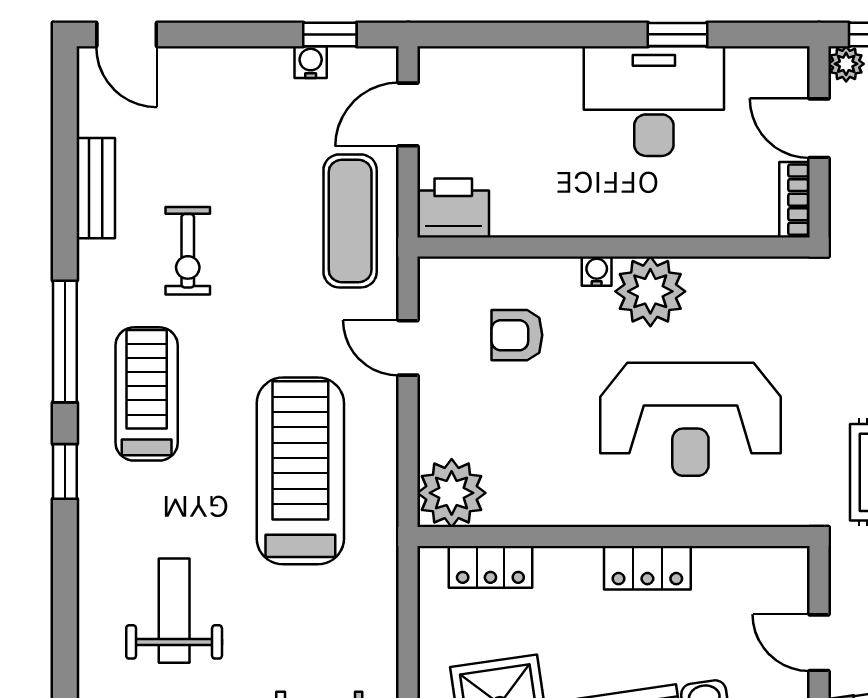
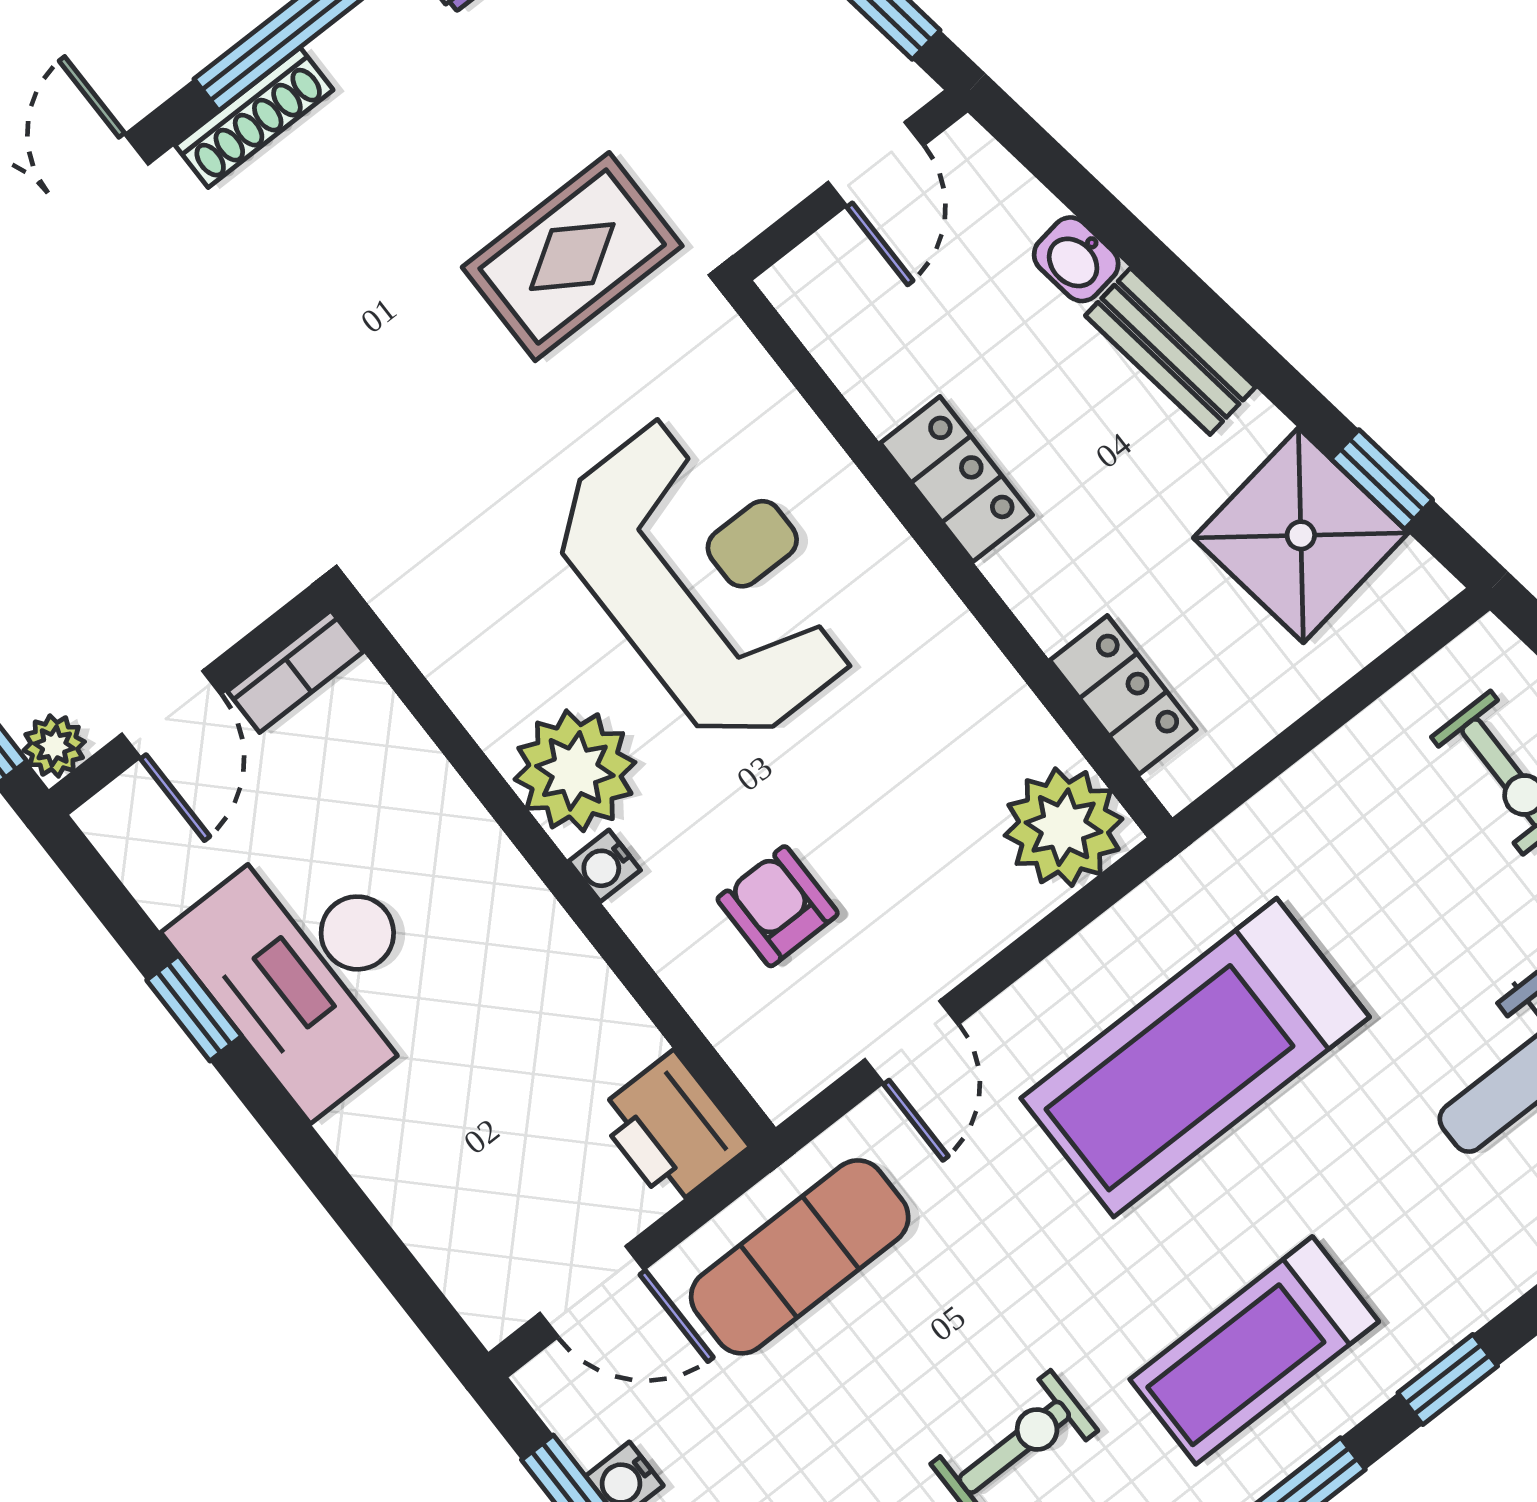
armchair: (517, 335) -> (778, 906), turned 180

